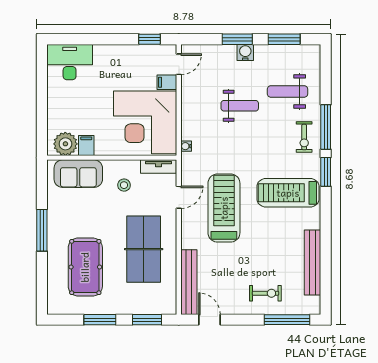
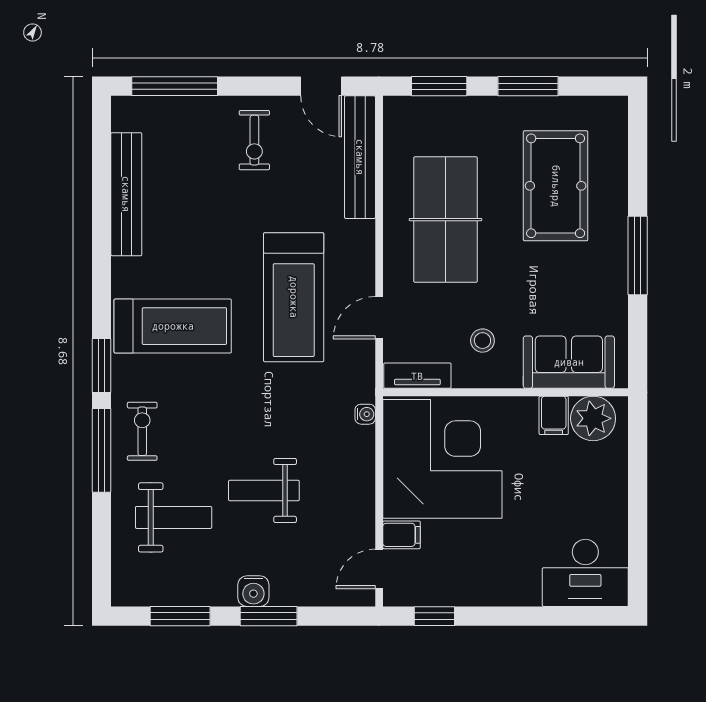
exercise bike: (265, 293) -> (254, 140), moved, turned -90

